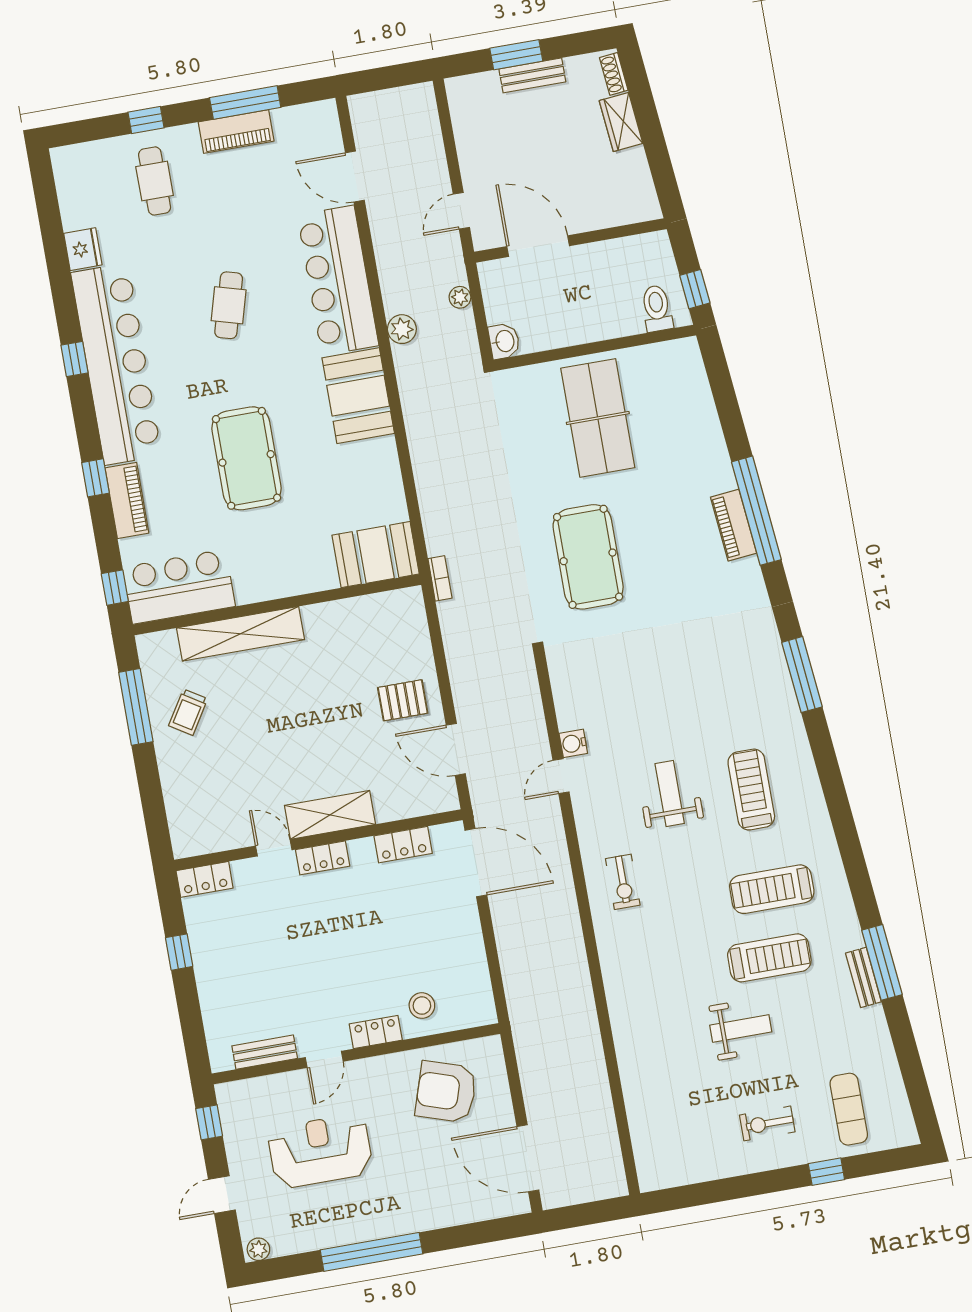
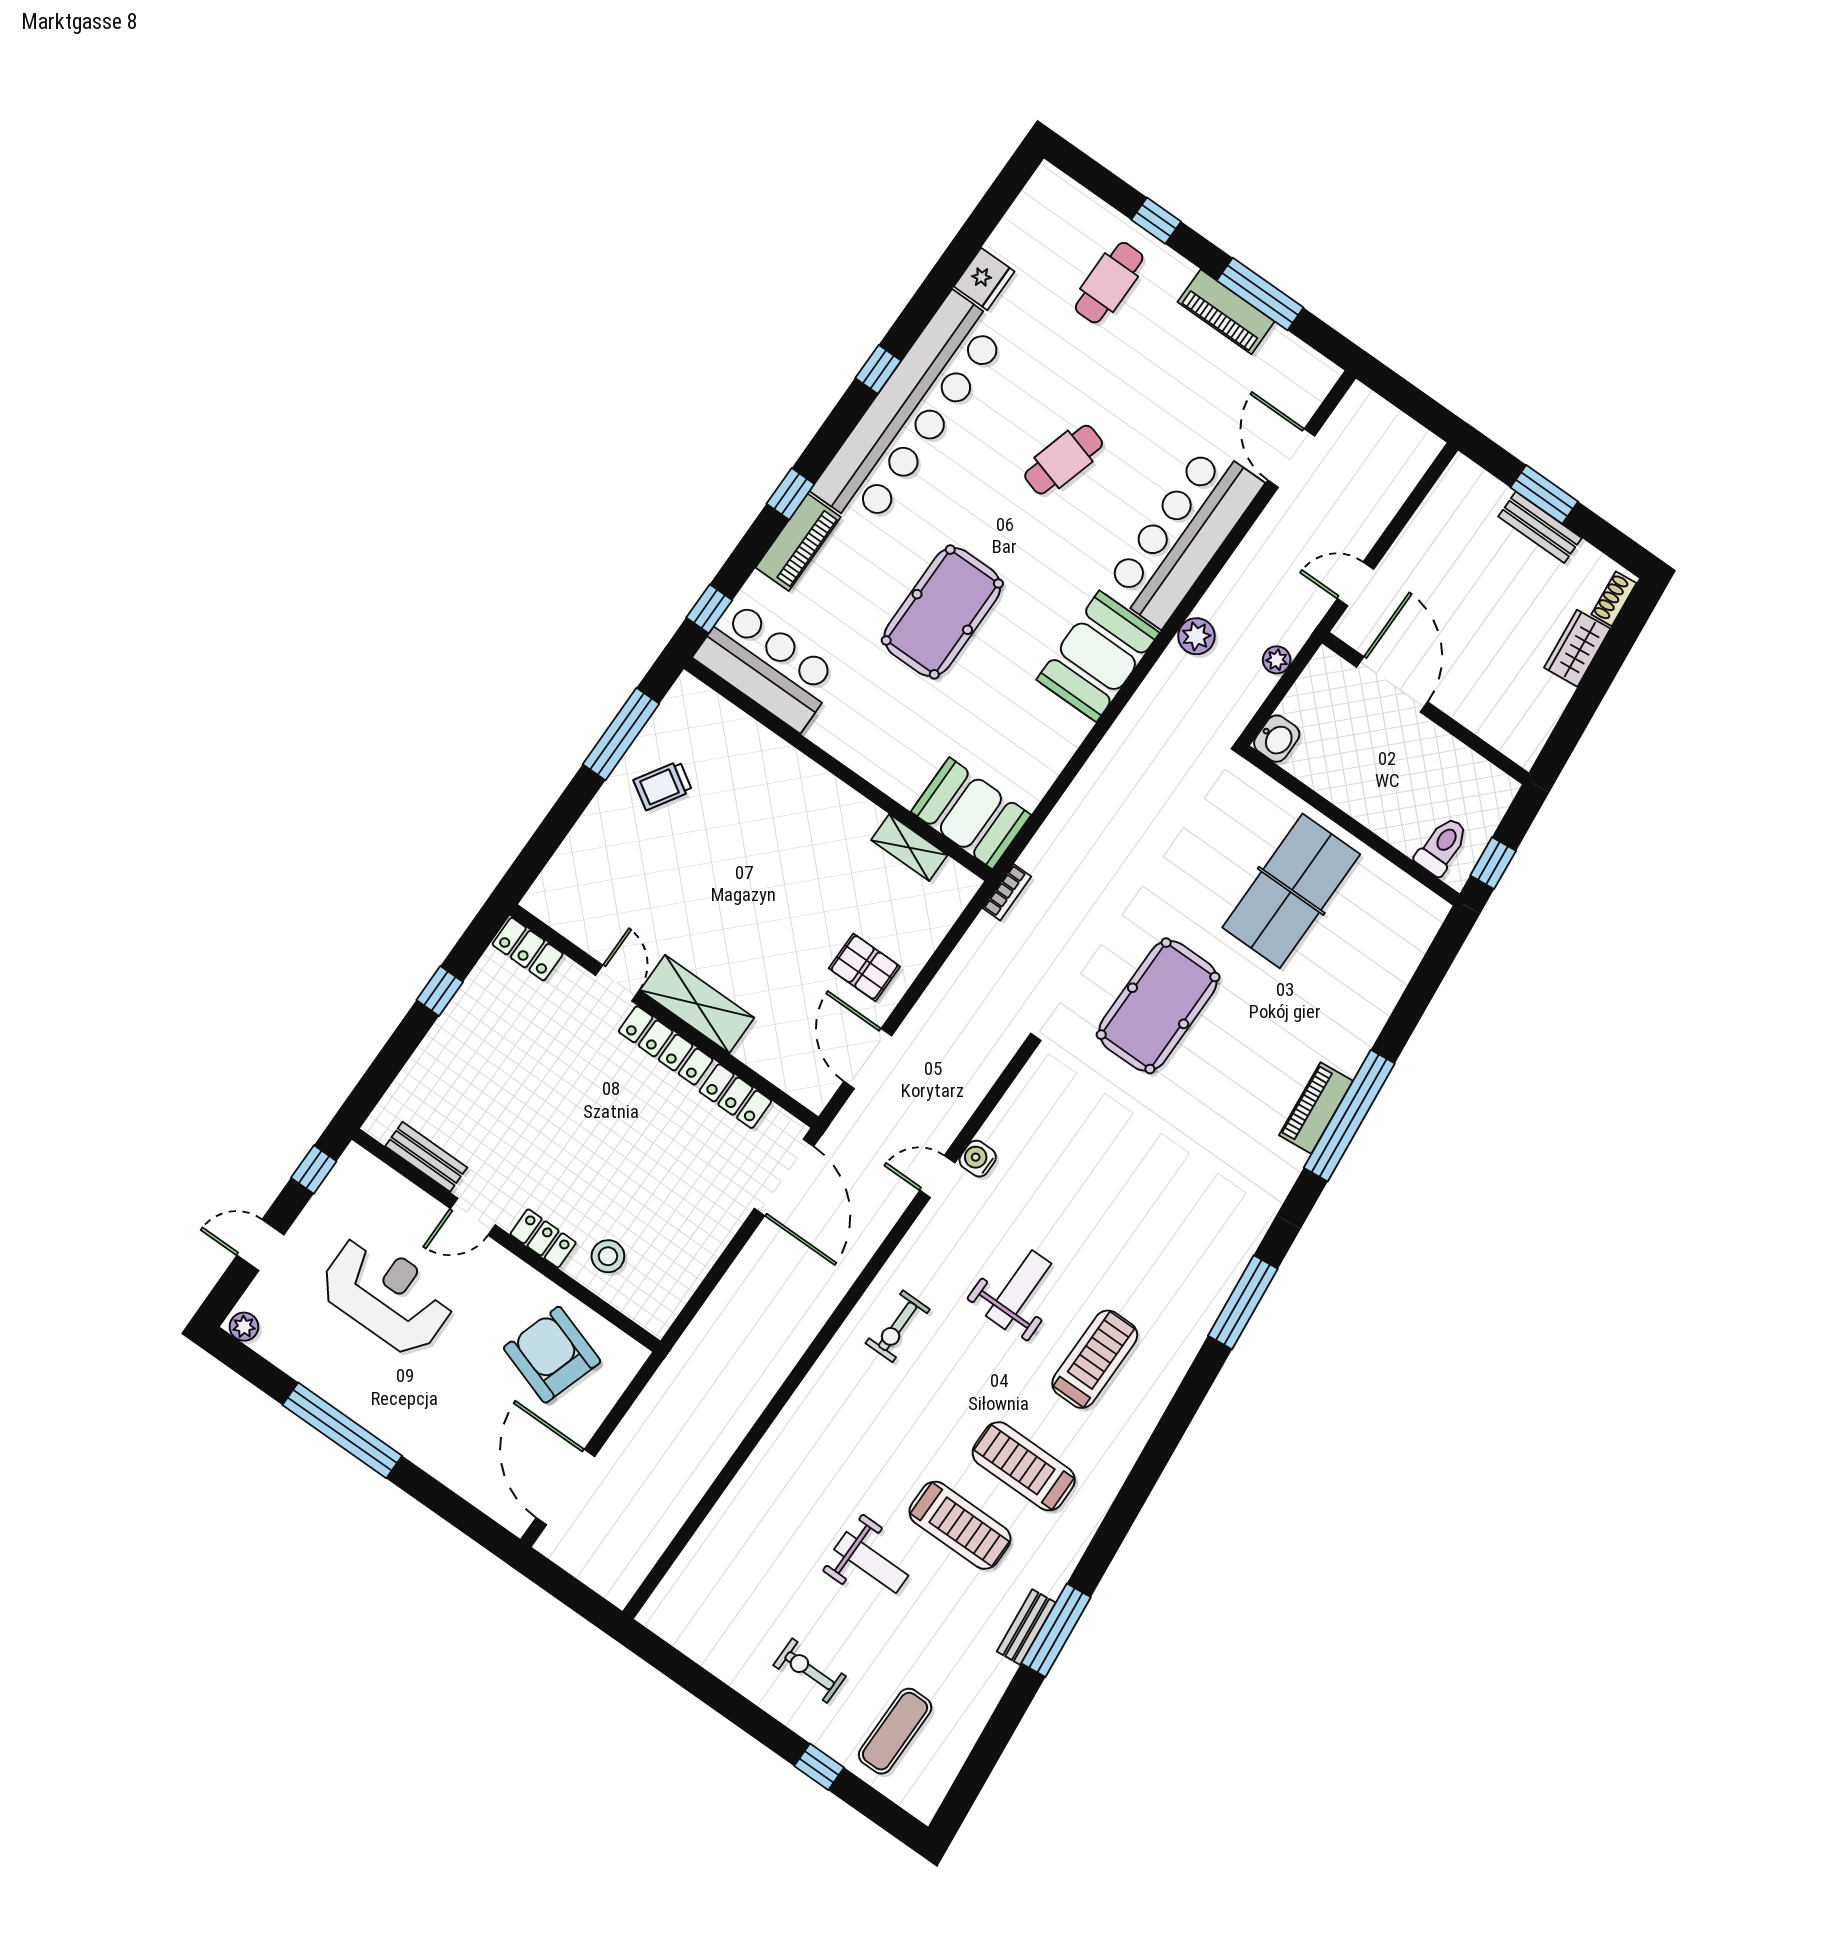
shelving: (241, 634) -> (909, 848), moved, width x0.45, depth x0.75
locker: (323, 858) -> (666, 1045), width x1.53

